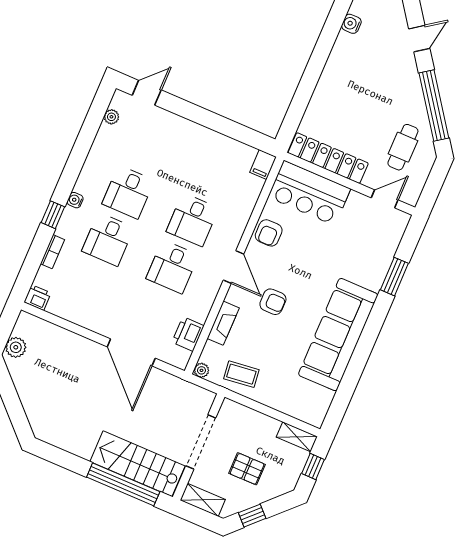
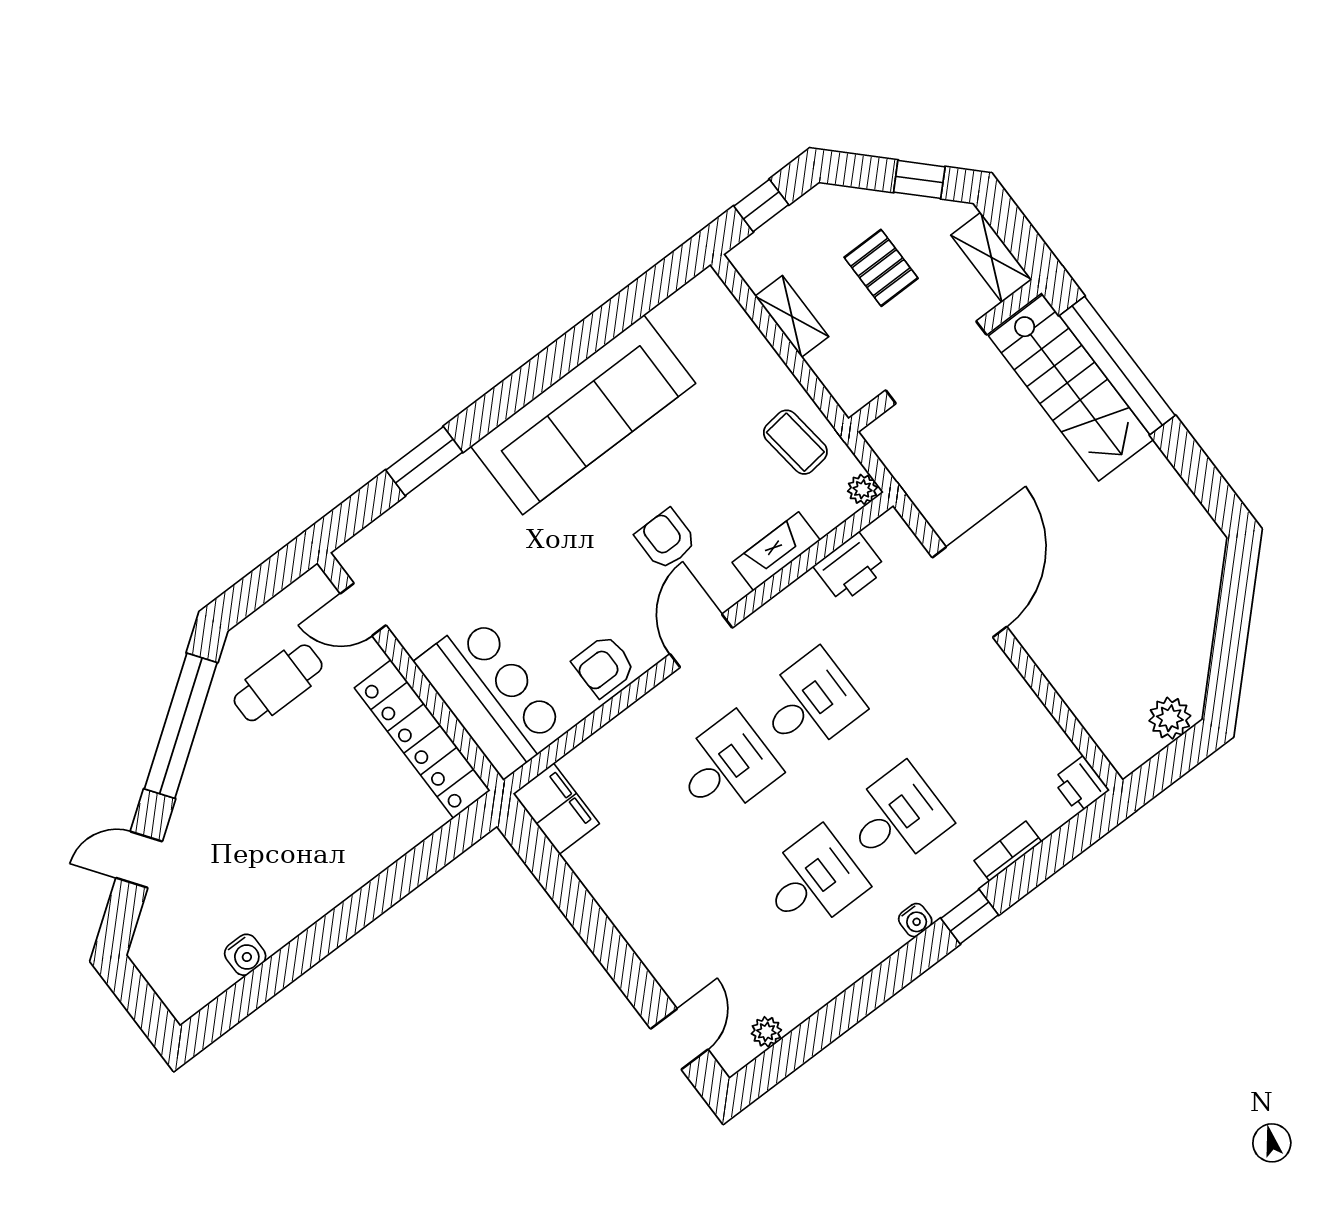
door: (147, 93) -> (679, 1039), swing flipped
filing cabinet: (263, 165) -> (556, 809), width x2.00
armchair: (269, 233) -> (604, 666), turned 180
shelving: (297, 437) -> (792, 316), moved

